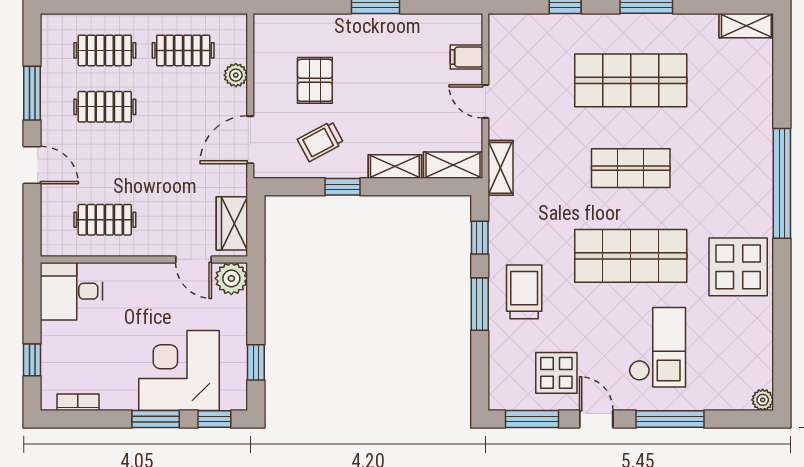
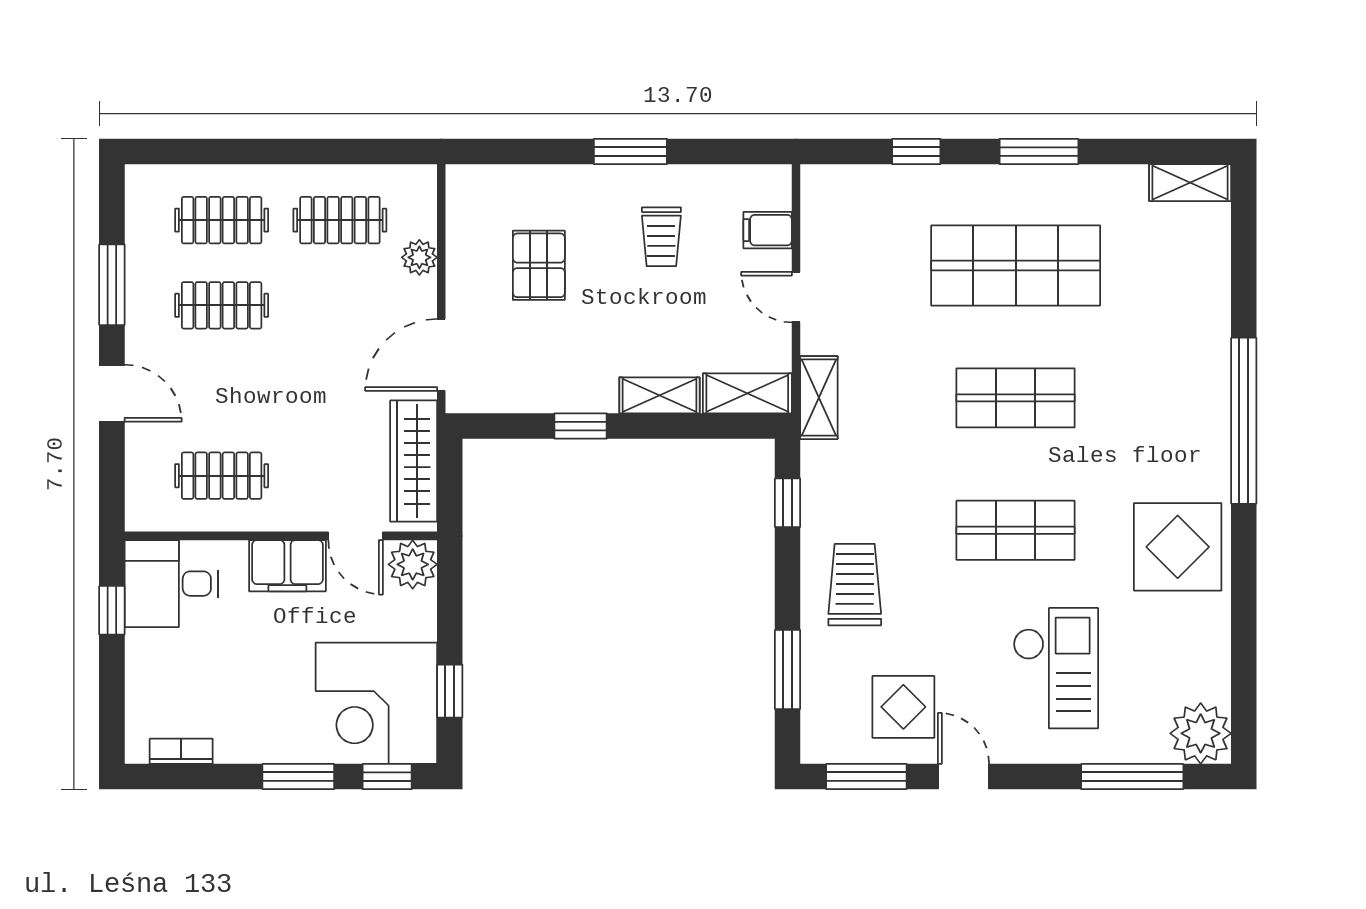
trolley: (320, 141) -> (661, 237), moved, turned -62
wardrobe: (232, 223) -> (414, 461), width x1.50
shop shelf: (631, 256) -> (1016, 530), width x0.70, depth x0.74
filing cabinet: (148, 279) -> (287, 566), added
window: (480, 304) -> (788, 670), moved
window: (32, 360) -> (112, 610), moved
corner desk: (179, 370) -> (376, 703), moved, turned -90
plant: (763, 400) -> (1201, 733), width x1.88, depth x1.88
window: (670, 419) -> (1132, 777), moved

